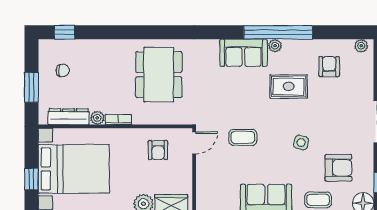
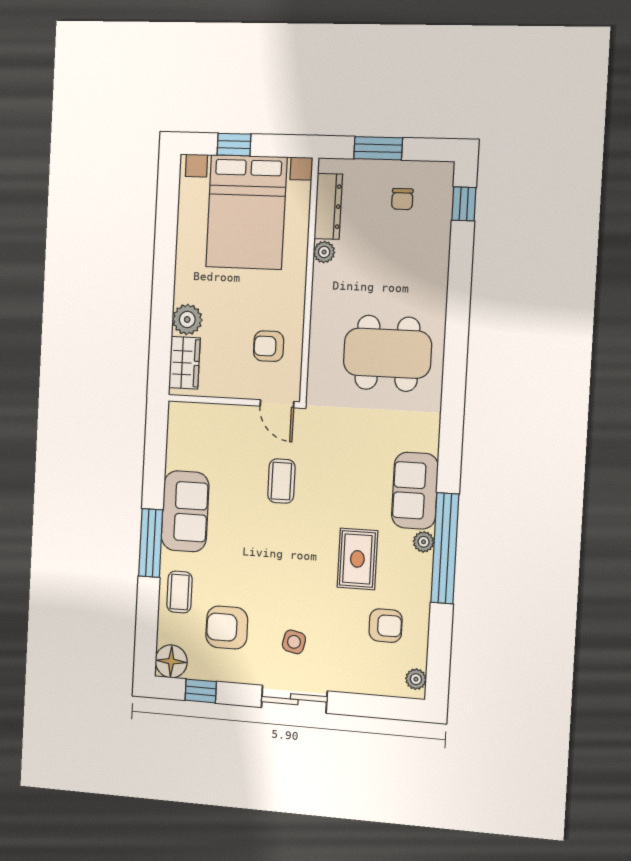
bookcase: (118, 119) -> (320, 286), removed
side table: (301, 143) -> (294, 642), moved
armchair: (338, 168) -> (227, 627), turned 90

